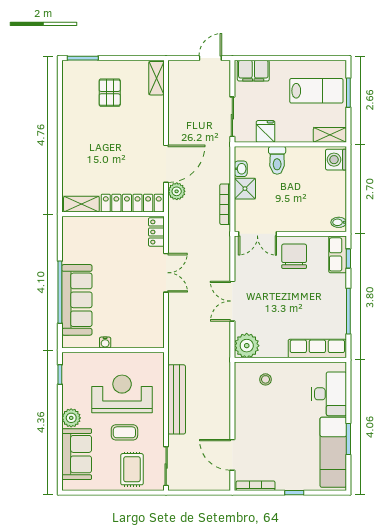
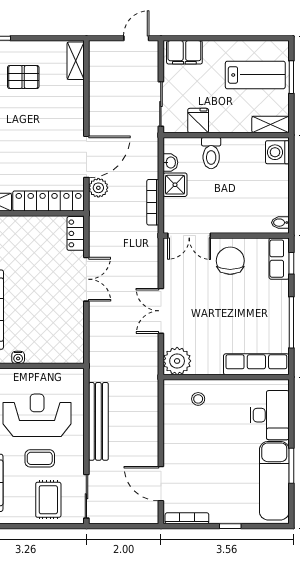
pallet: (110, 93) -> (23, 77), turned 90

